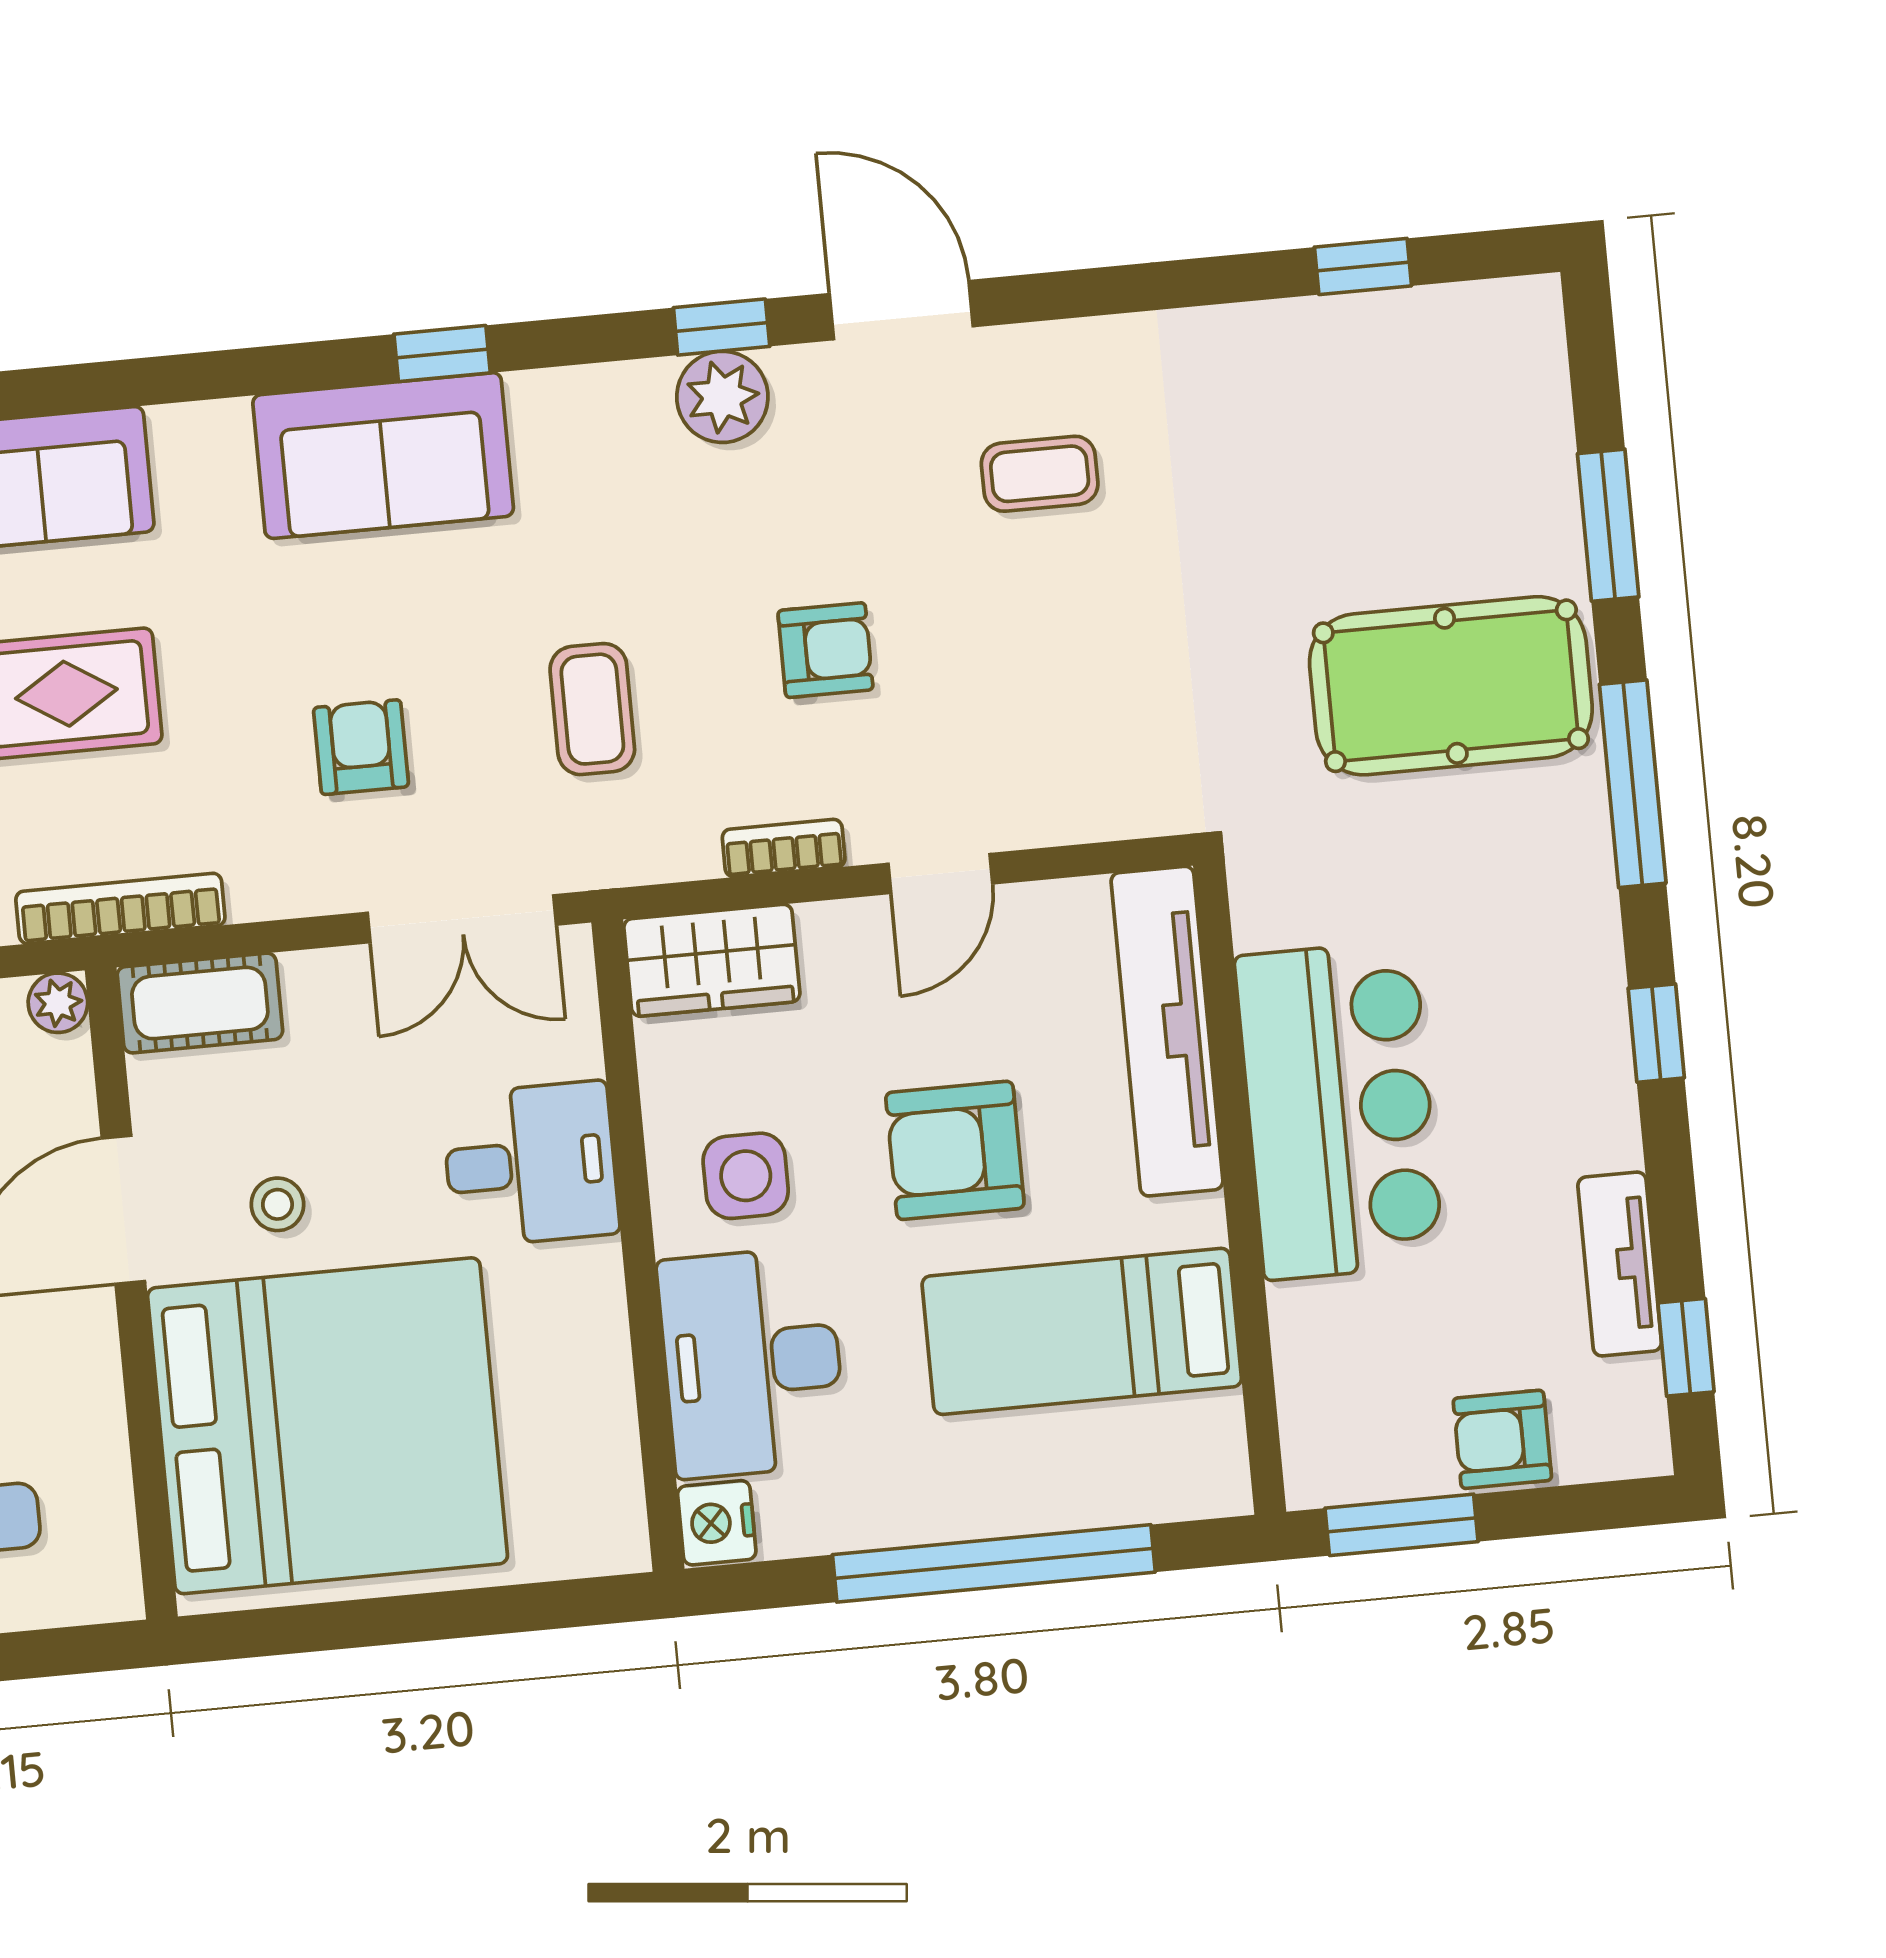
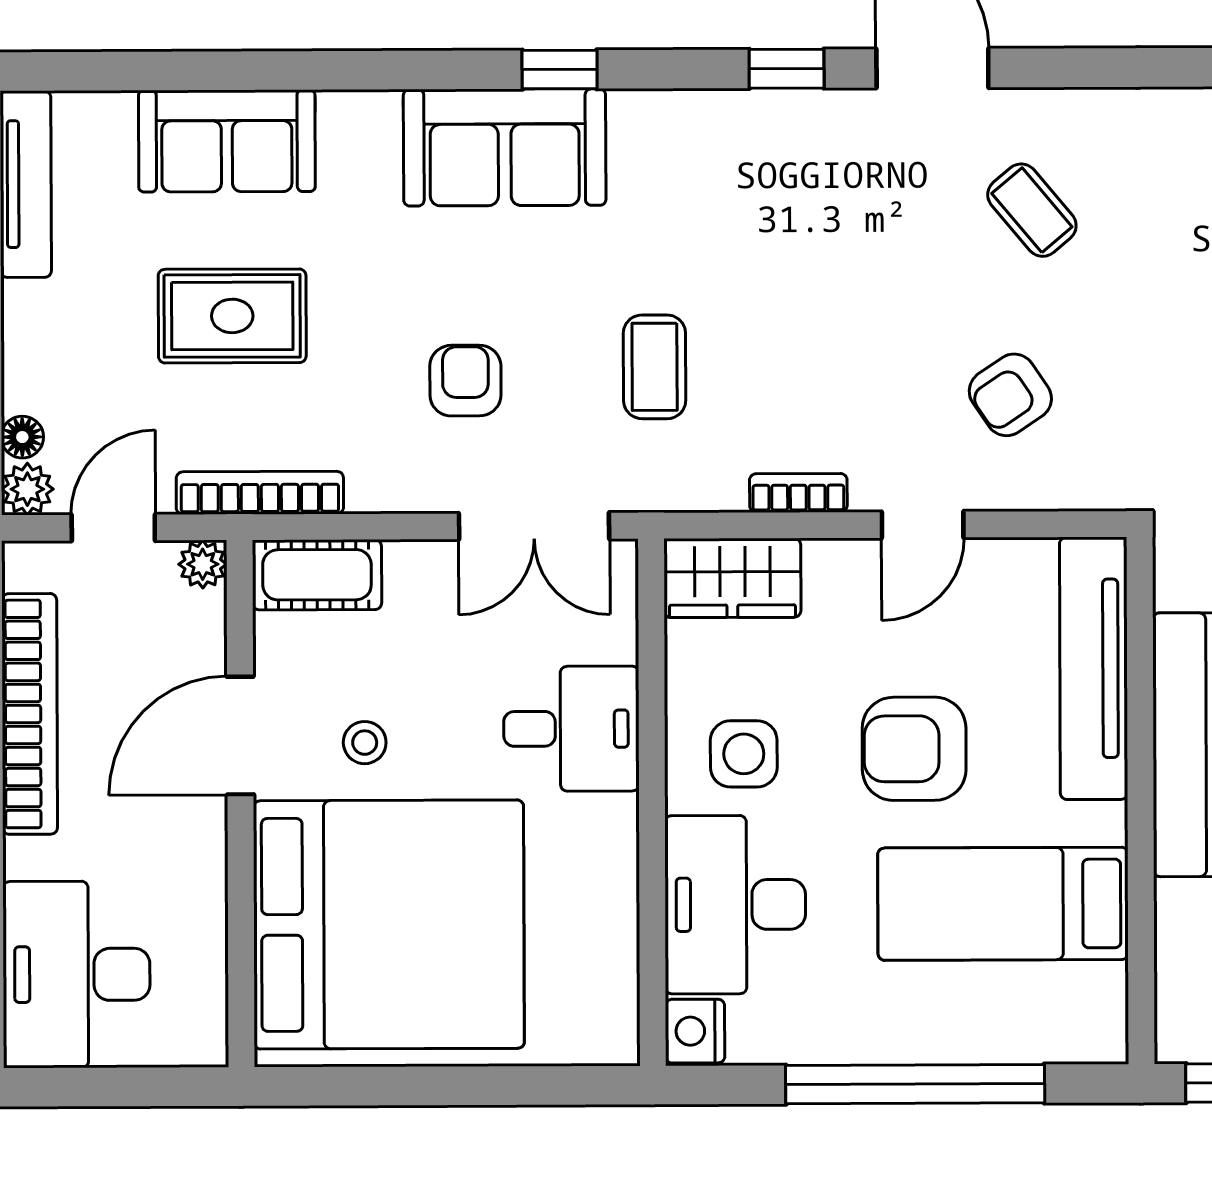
plant: (722, 397) -> (782, 125), removed
coffee table: (1040, 474) -> (1032, 210), turned 50
armchair: (825, 650) -> (1010, 395), moved, turned 146

